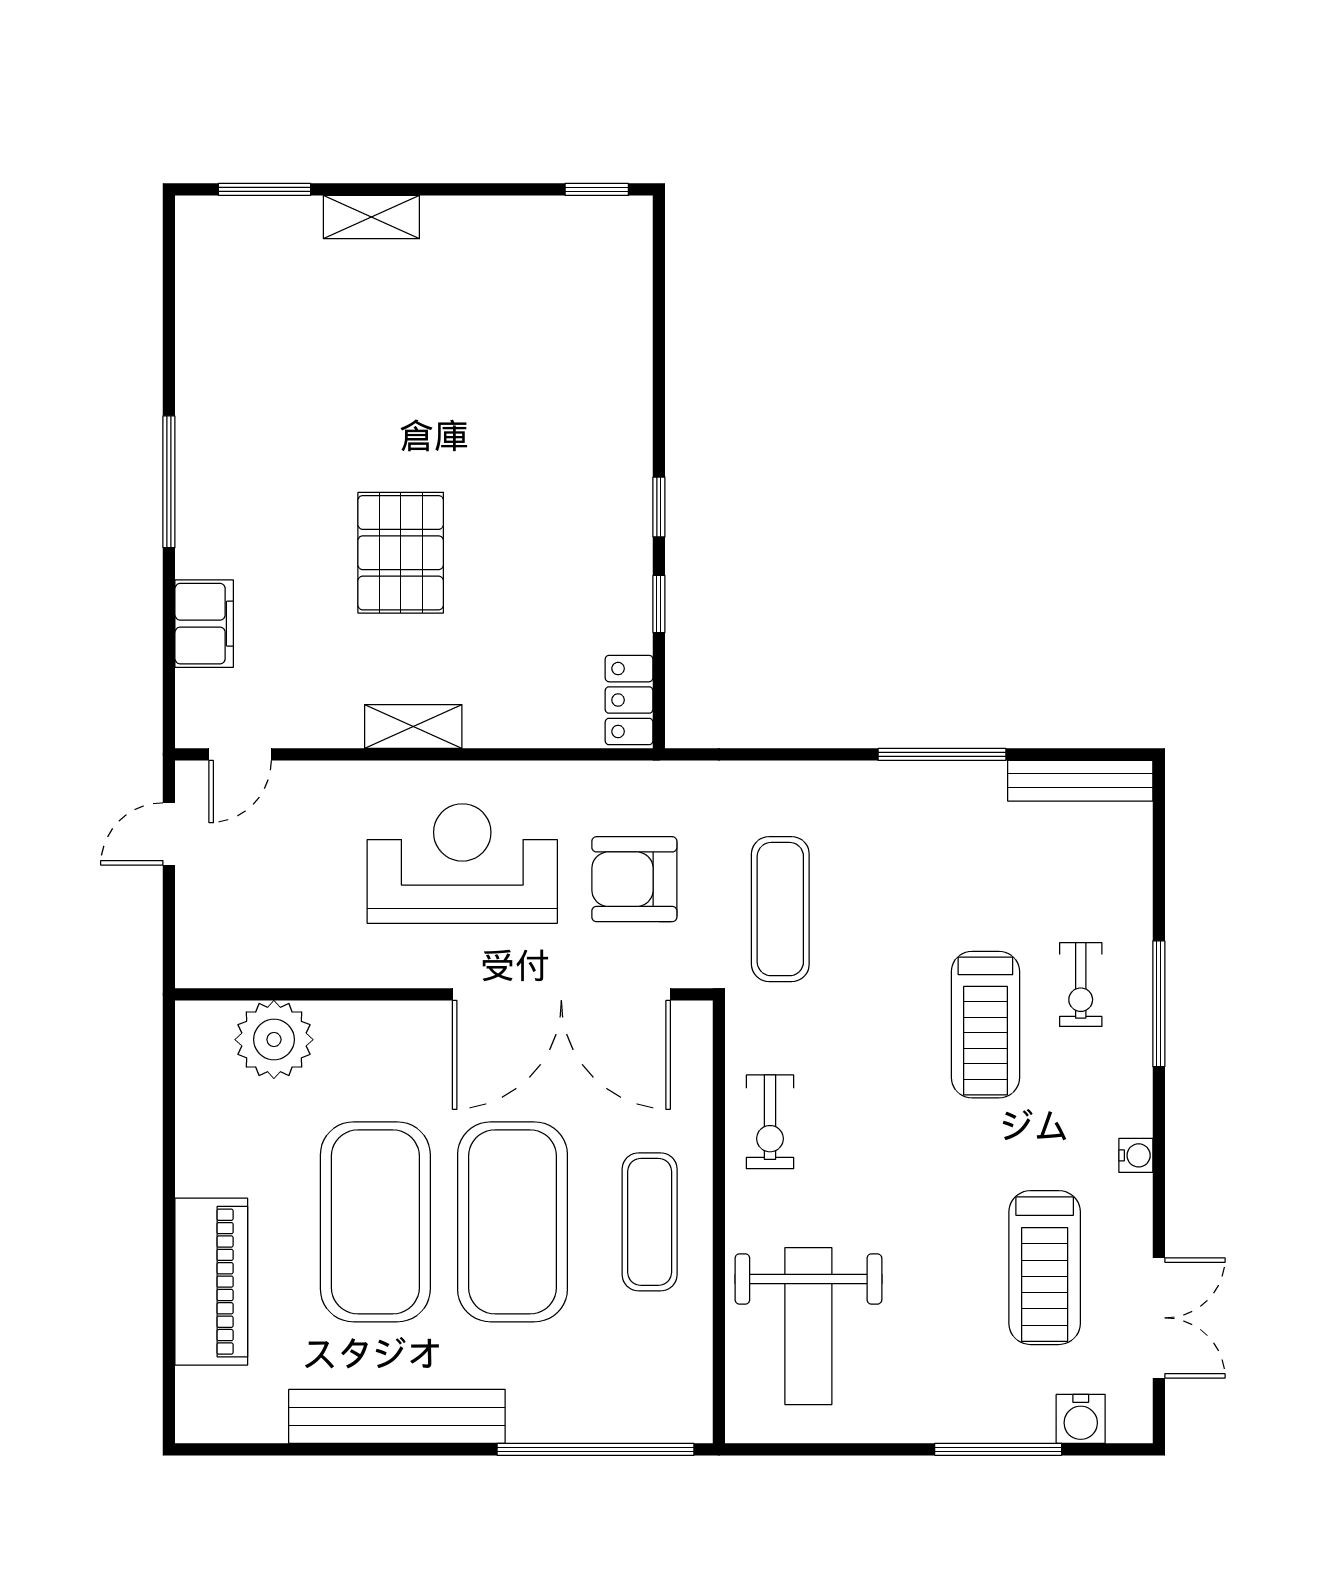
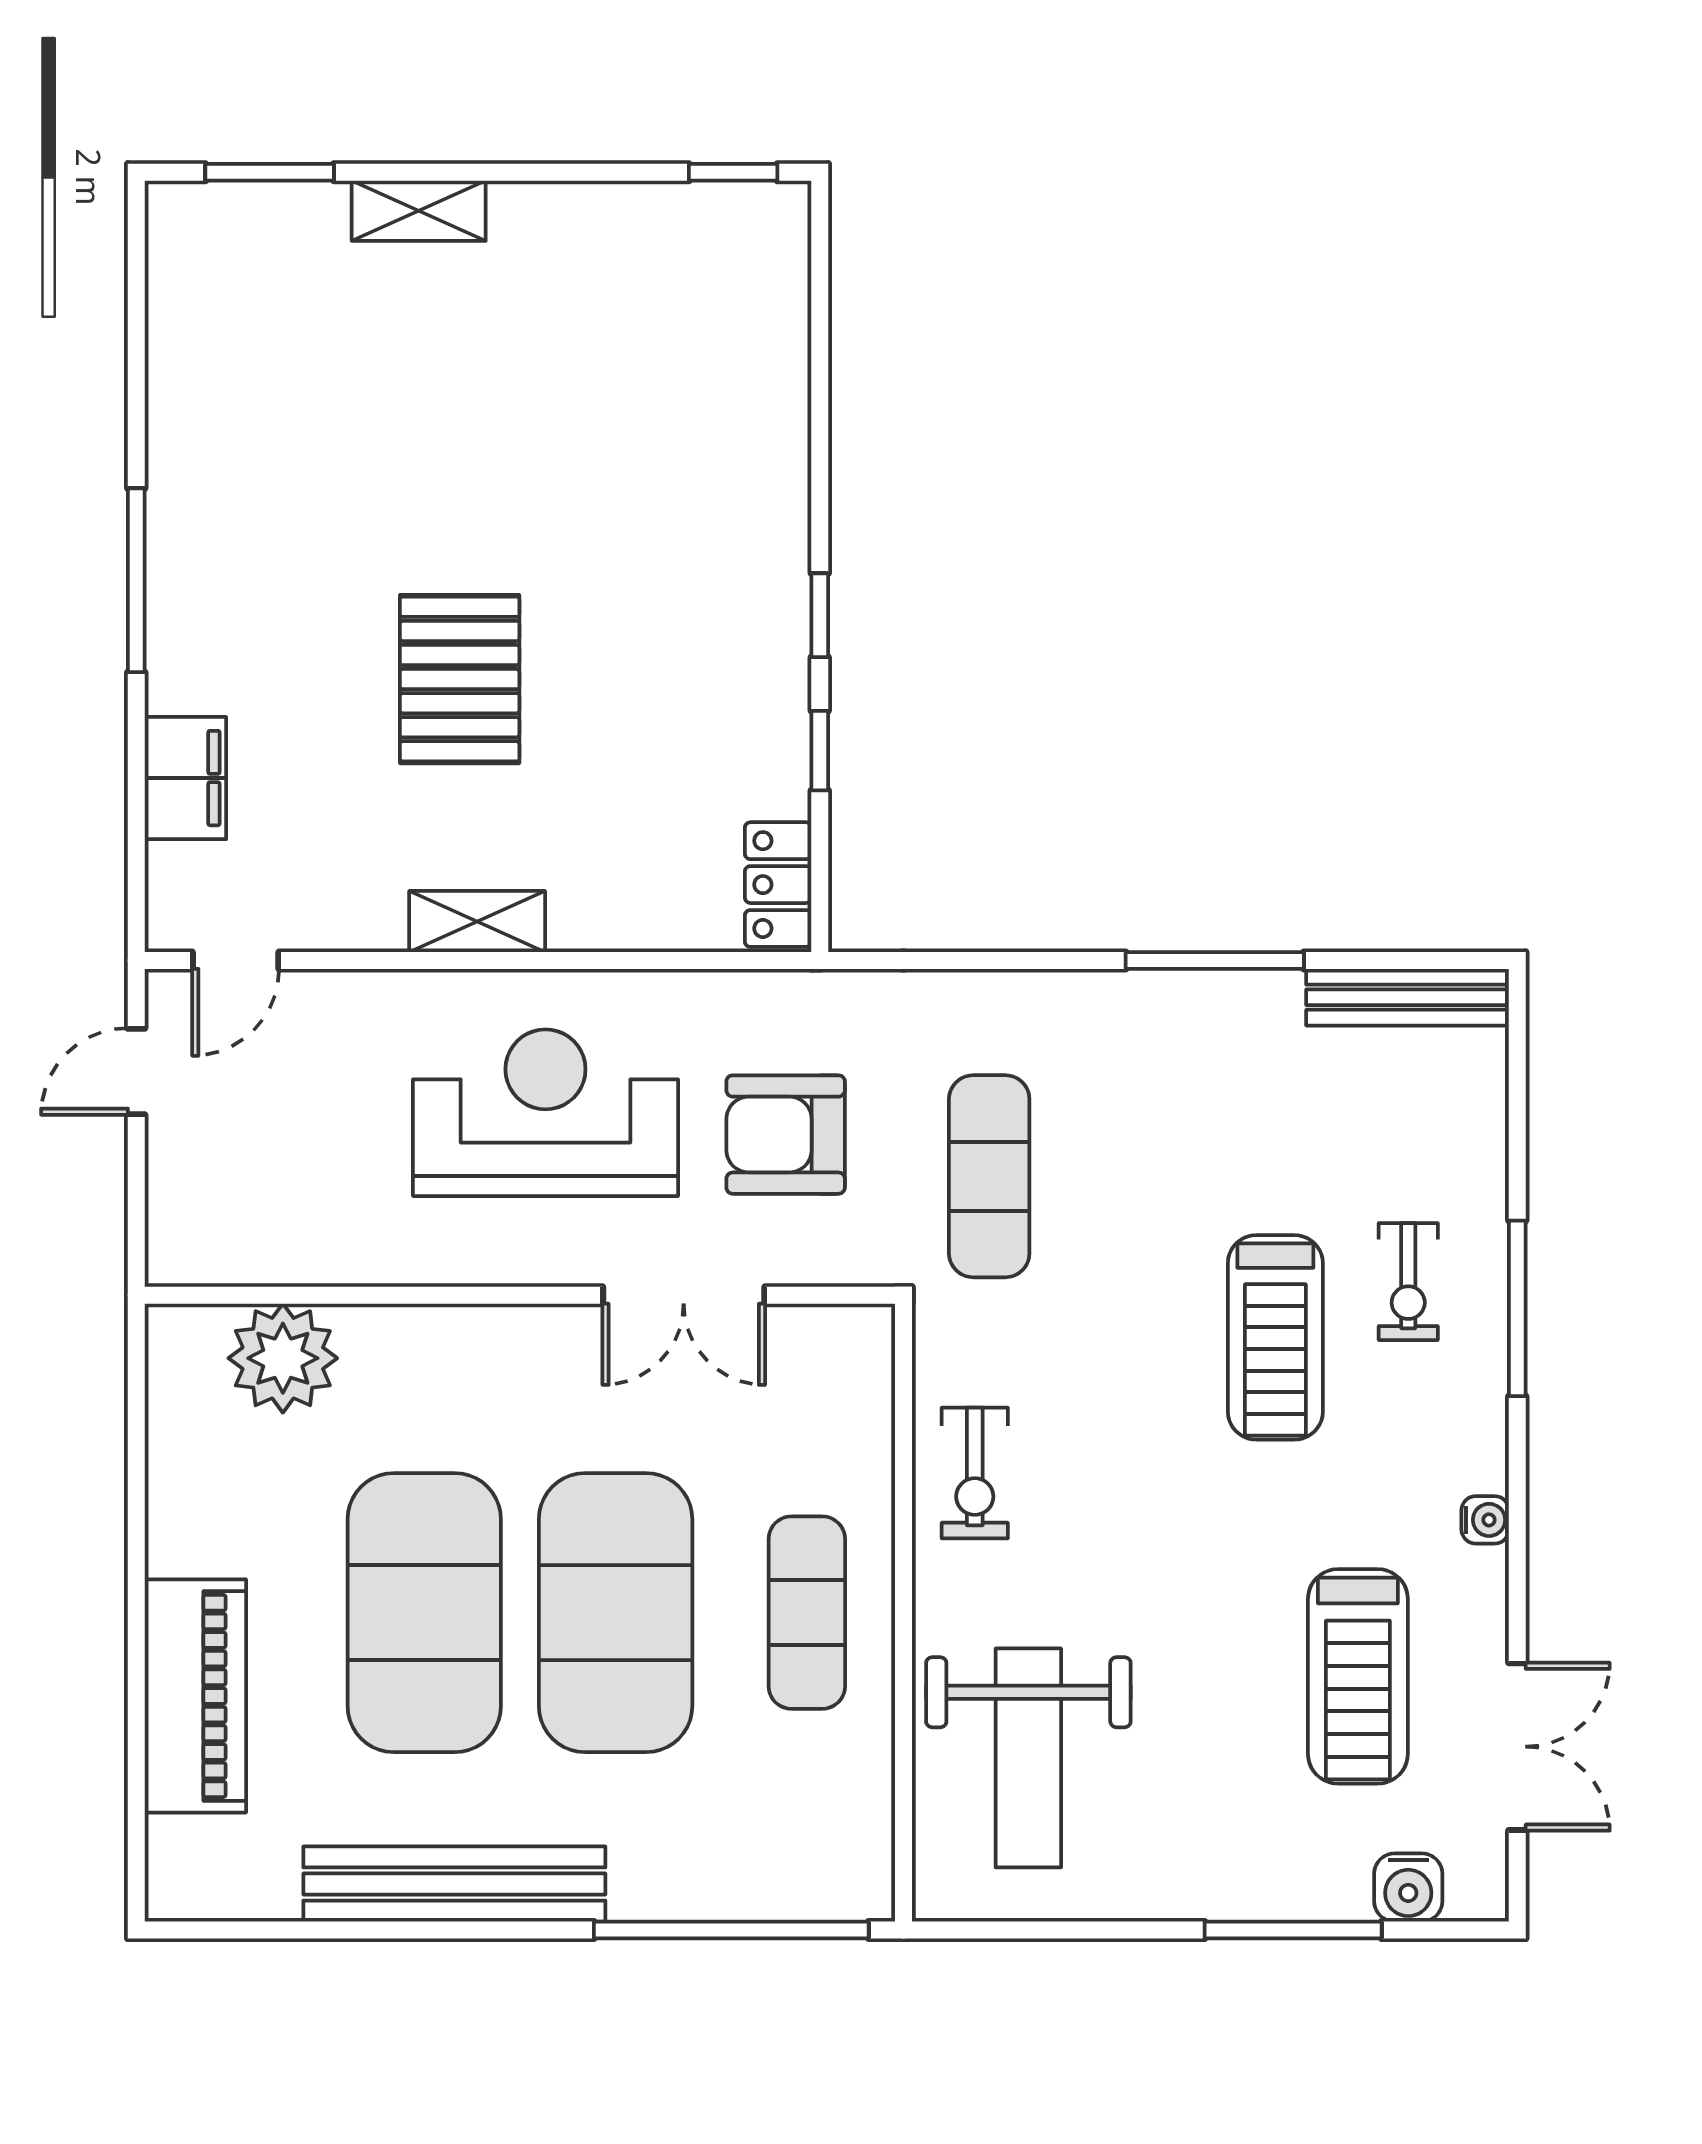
double door: (561, 994) -> (684, 1295), width x0.54

